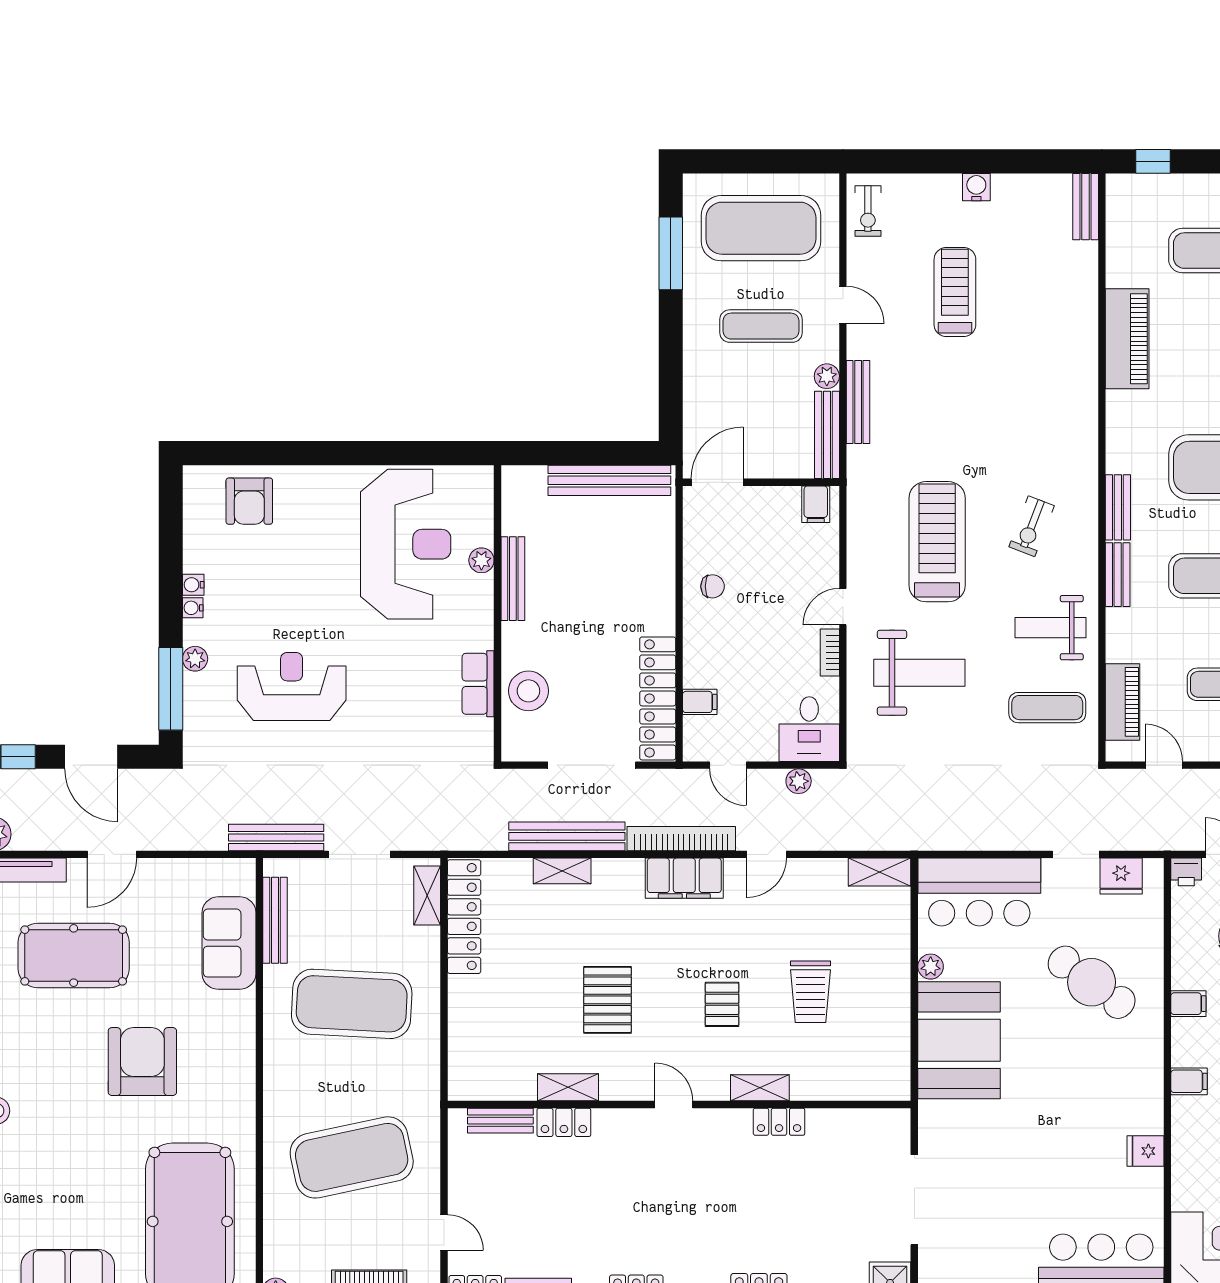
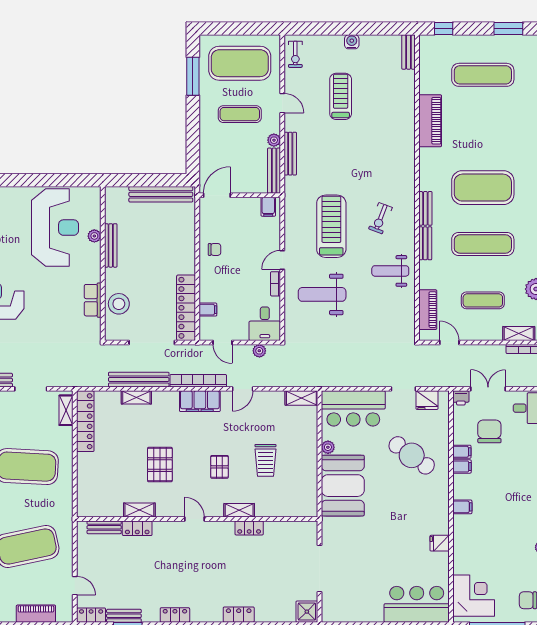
weight bench: (919, 673) -> (322, 294), turned 180
exercise mat: (1047, 708) -> (389, 313), removed
filing cabinet: (1188, 975) -> (462, 452), added

